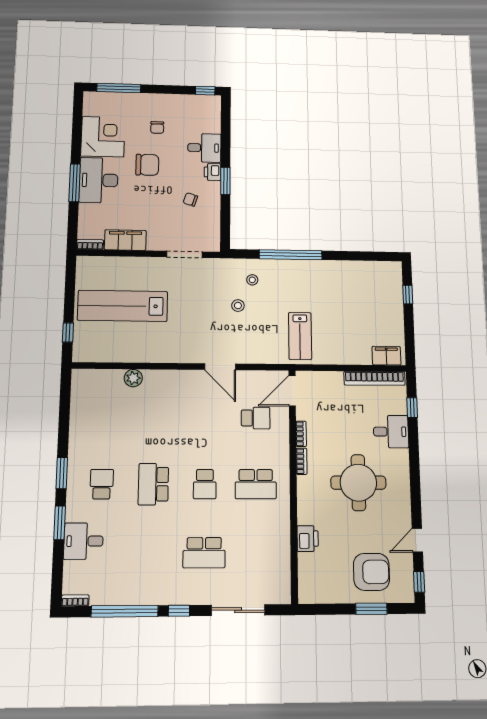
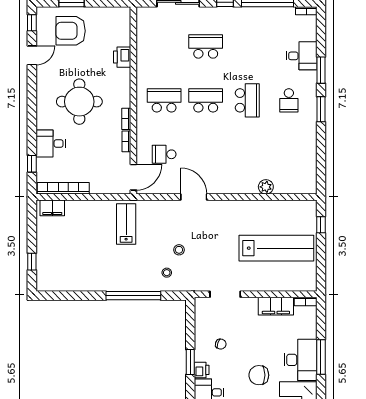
school desk: (205, 484) -> (206, 100), width x1.85

